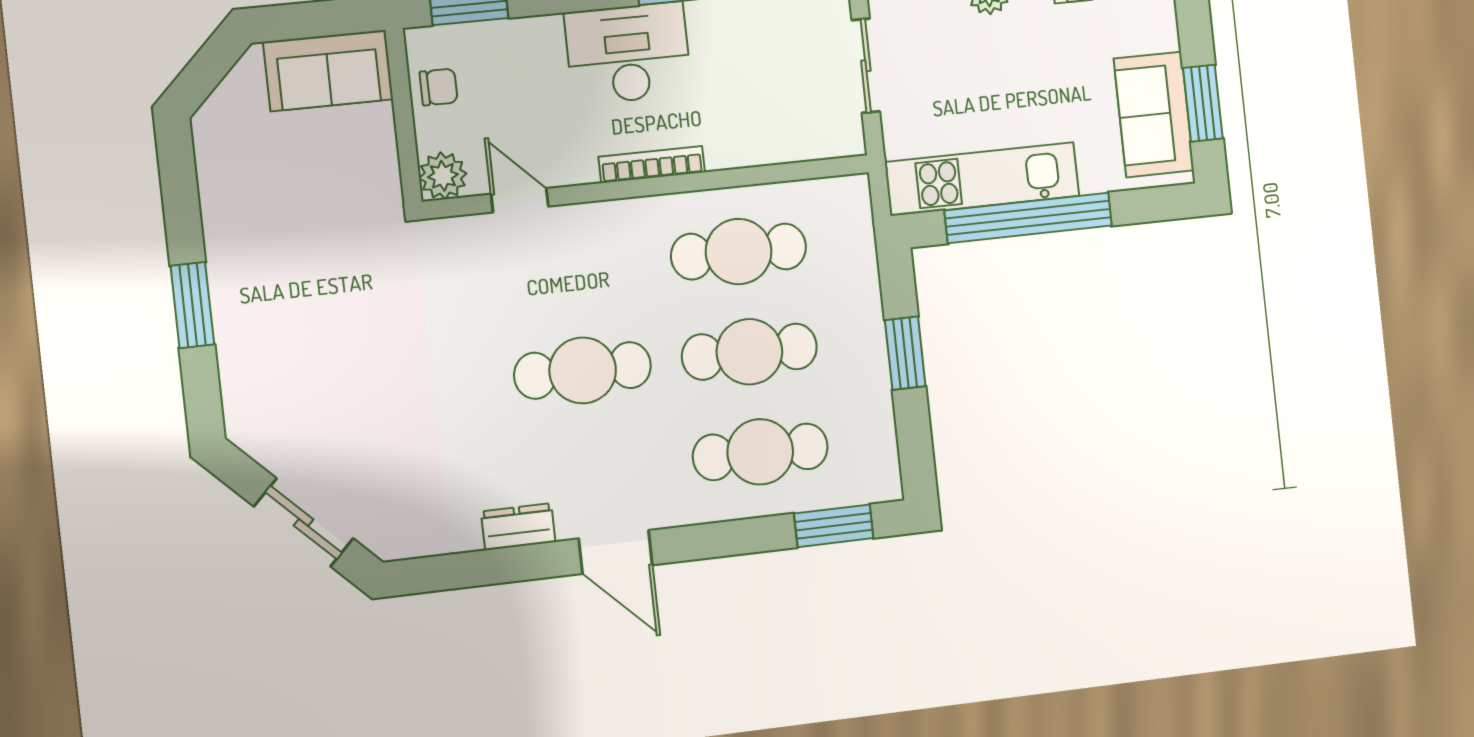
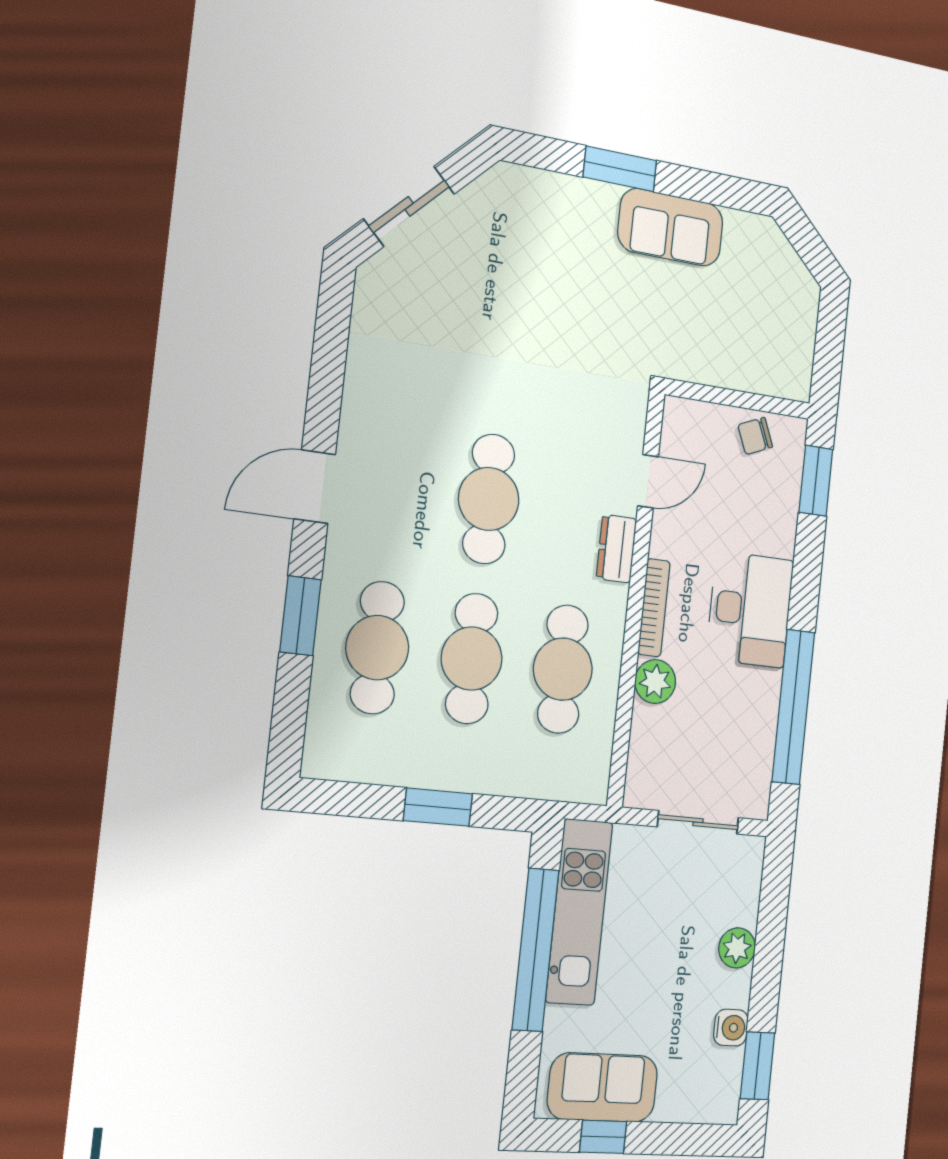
sofa: (328, 71) -> (671, 227), moved, turned -90
chair: (439, 87) -> (755, 436), turned 67
window: (1203, 103) -> (603, 1137), width x0.67
plant: (443, 176) -> (655, 682), moved
window: (834, 526) -> (300, 616), moved
dresser: (518, 527) -> (616, 549), moved, turned 180

